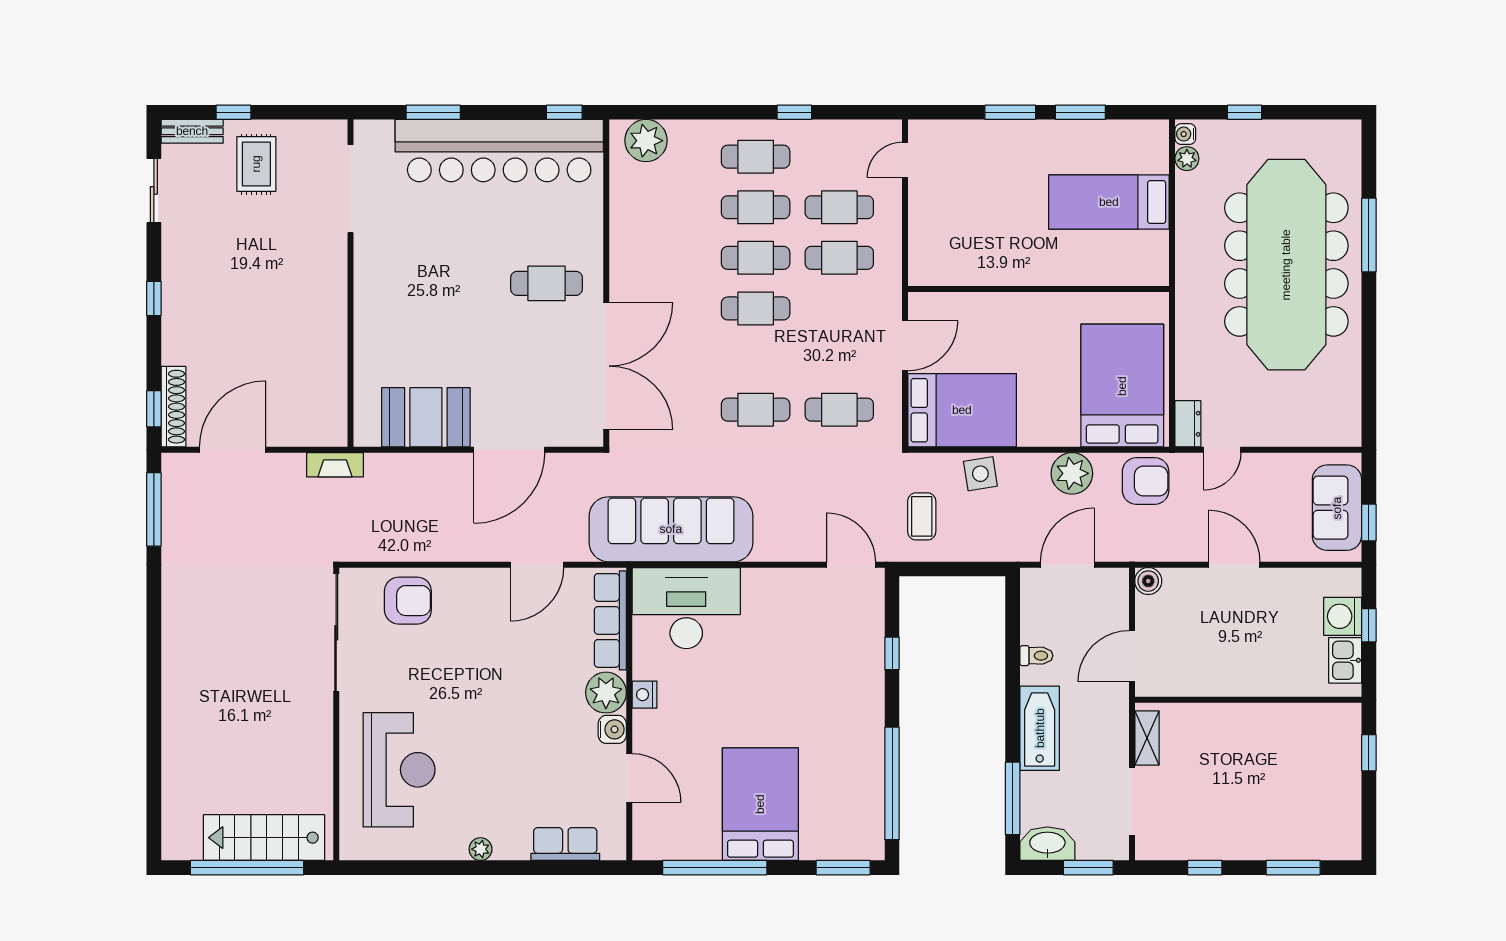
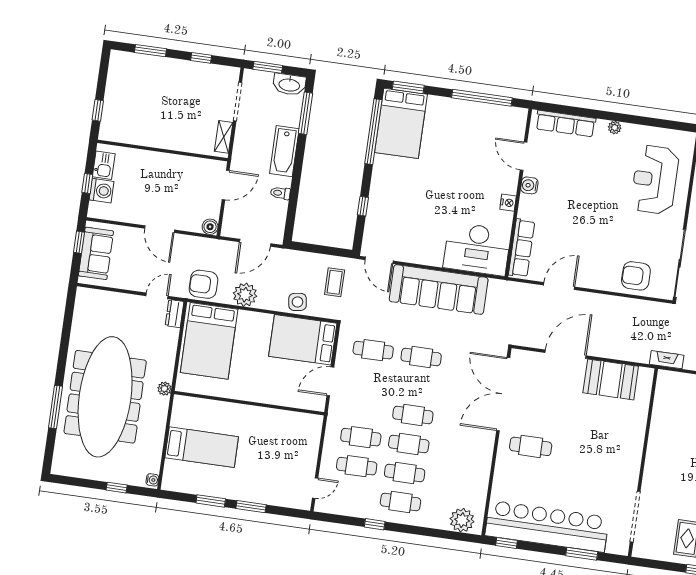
plant: (1187, 159) -> (164, 389), moved
sofa: (671, 529) -> (439, 290), moved
plant: (606, 693) -> (530, 207), removed
bed: (760, 804) -> (401, 123), moved
row of seats: (565, 844) -> (566, 124), width x1.48

